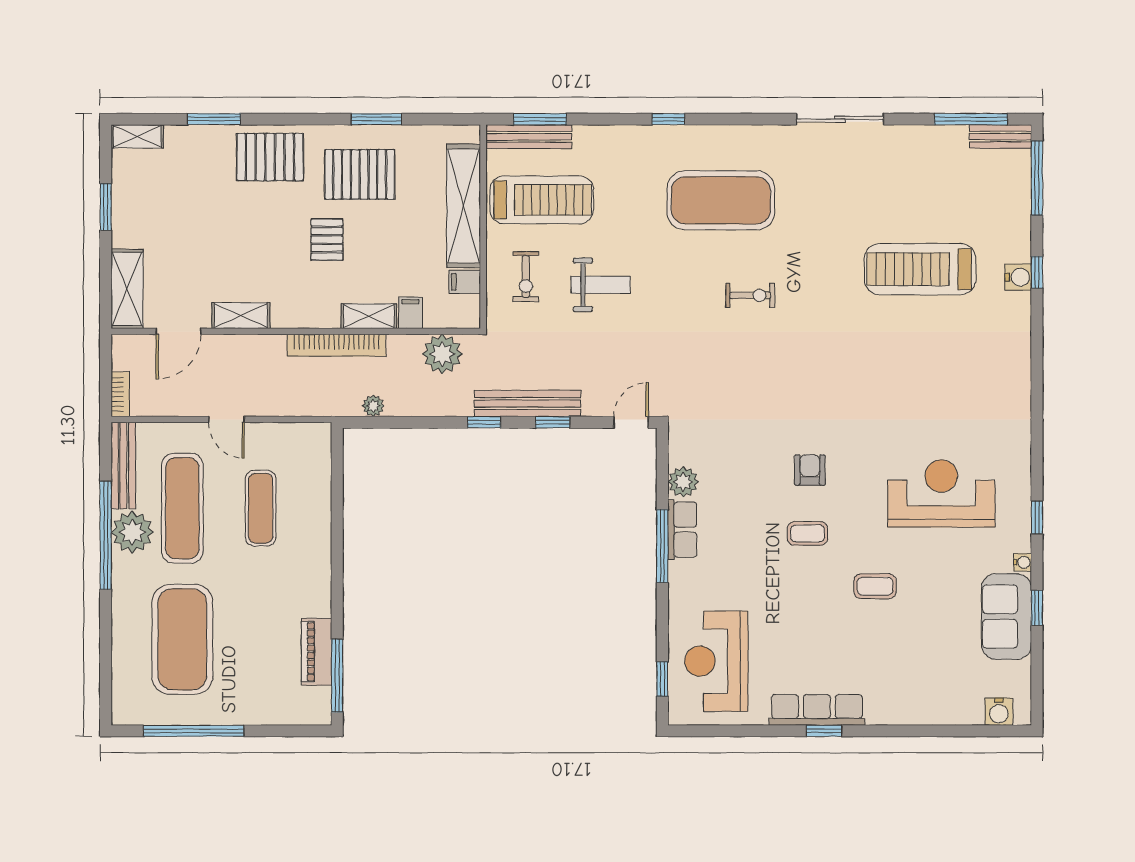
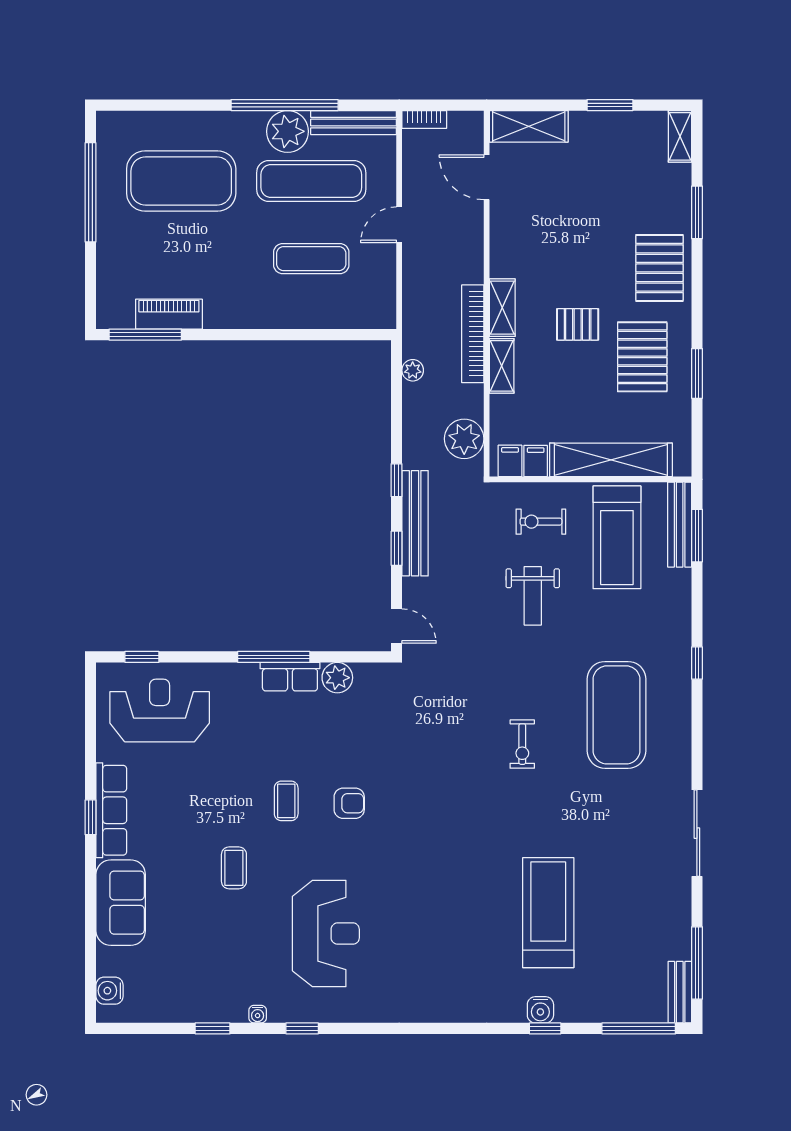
filing cabinet: (410, 313) -> (510, 461), moved, turned -90
shelving: (241, 316) -> (502, 308), moved
sofa: (1007, 617) -> (121, 903), moved, turned 90

